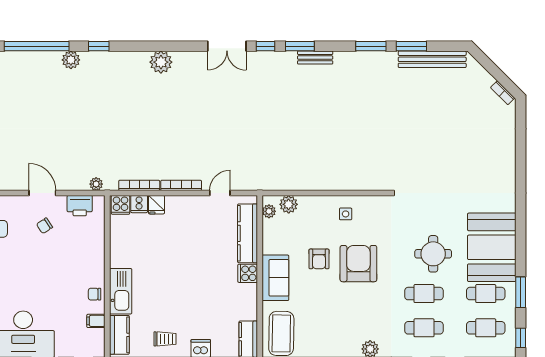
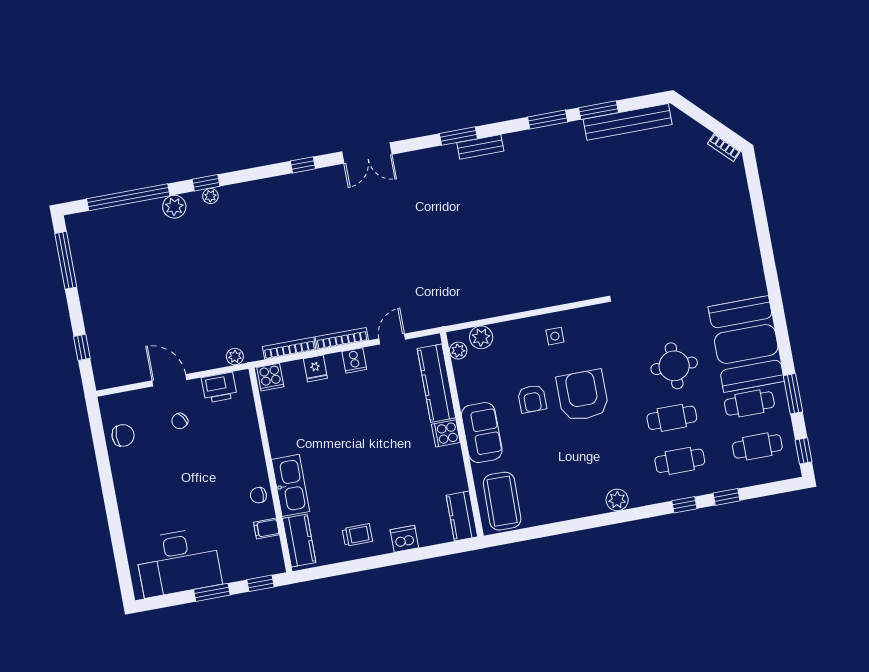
window: (266, 46) -> (303, 165), moved
plant: (161, 62) -> (210, 196), moved, width x0.53, depth x0.53
cooker: (139, 204) -> (354, 360), moved

